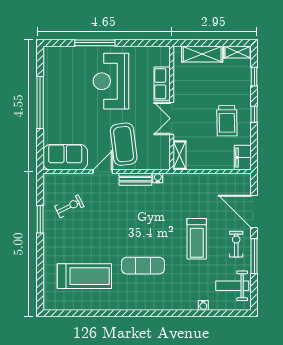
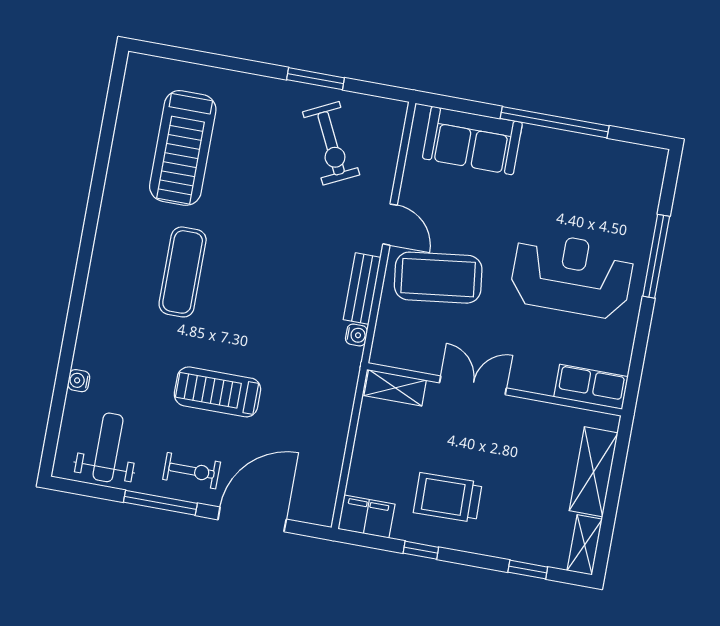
row of seats: (162, 84) -> (591, 387), moved
window: (254, 114) -> (421, 550), moved
sofa: (65, 157) -> (472, 140), moved, turned 90
exercise bike: (69, 206) -> (331, 143), width x1.38, depth x1.39

